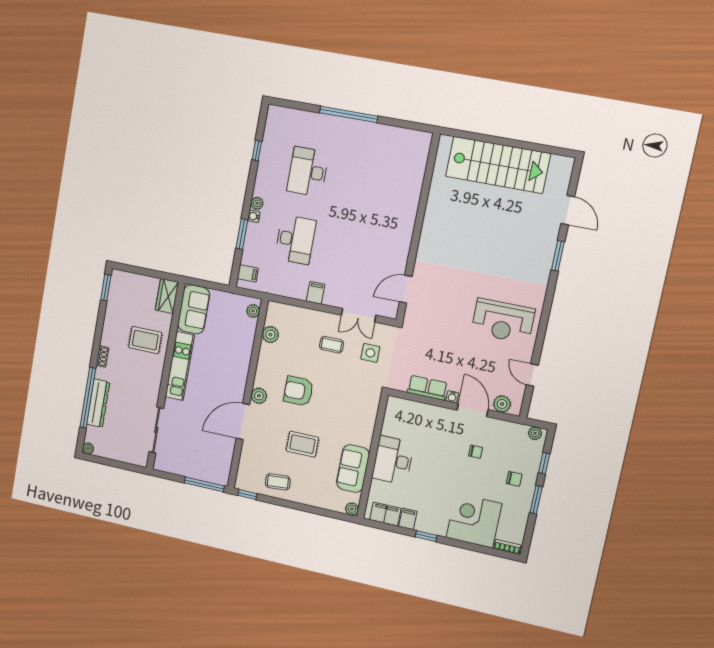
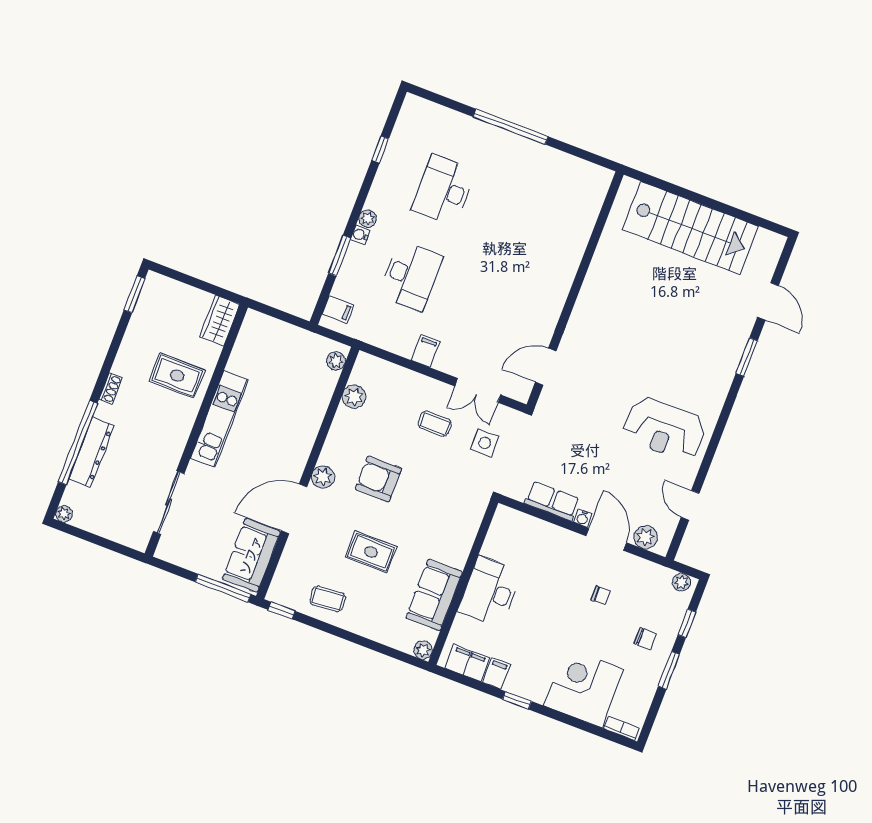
sofa: (194, 309) -> (251, 555), moved, turned 180

